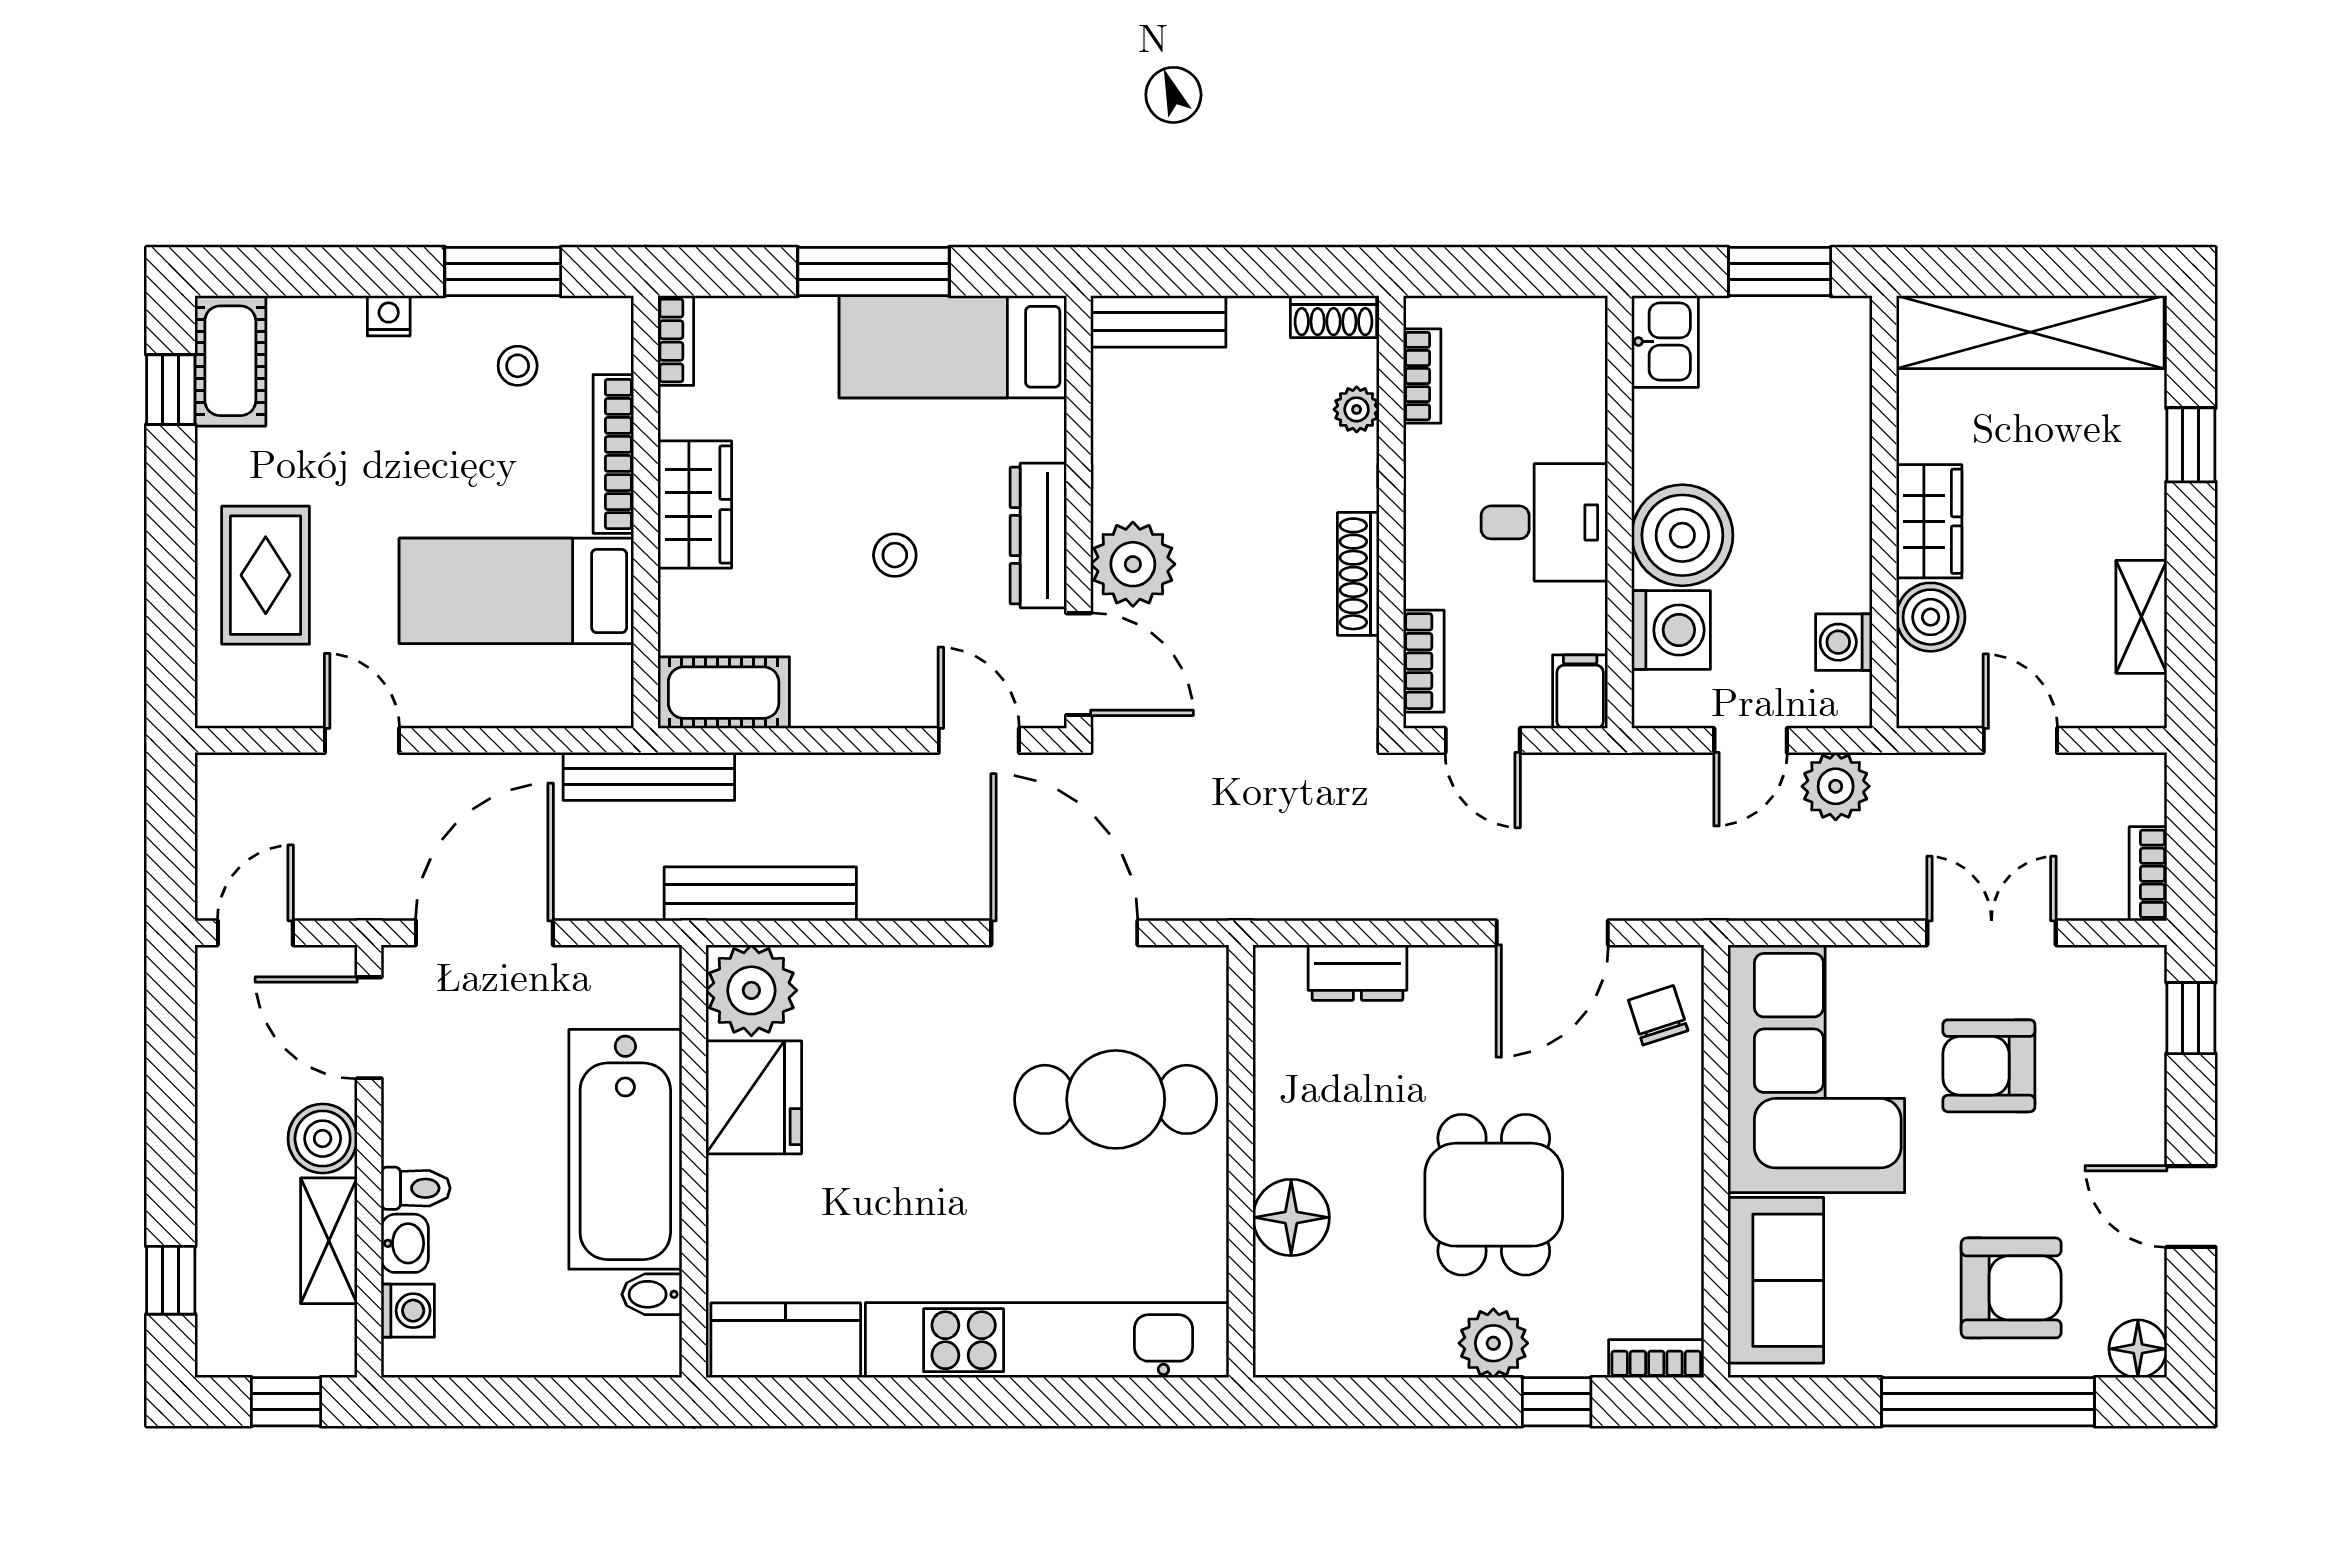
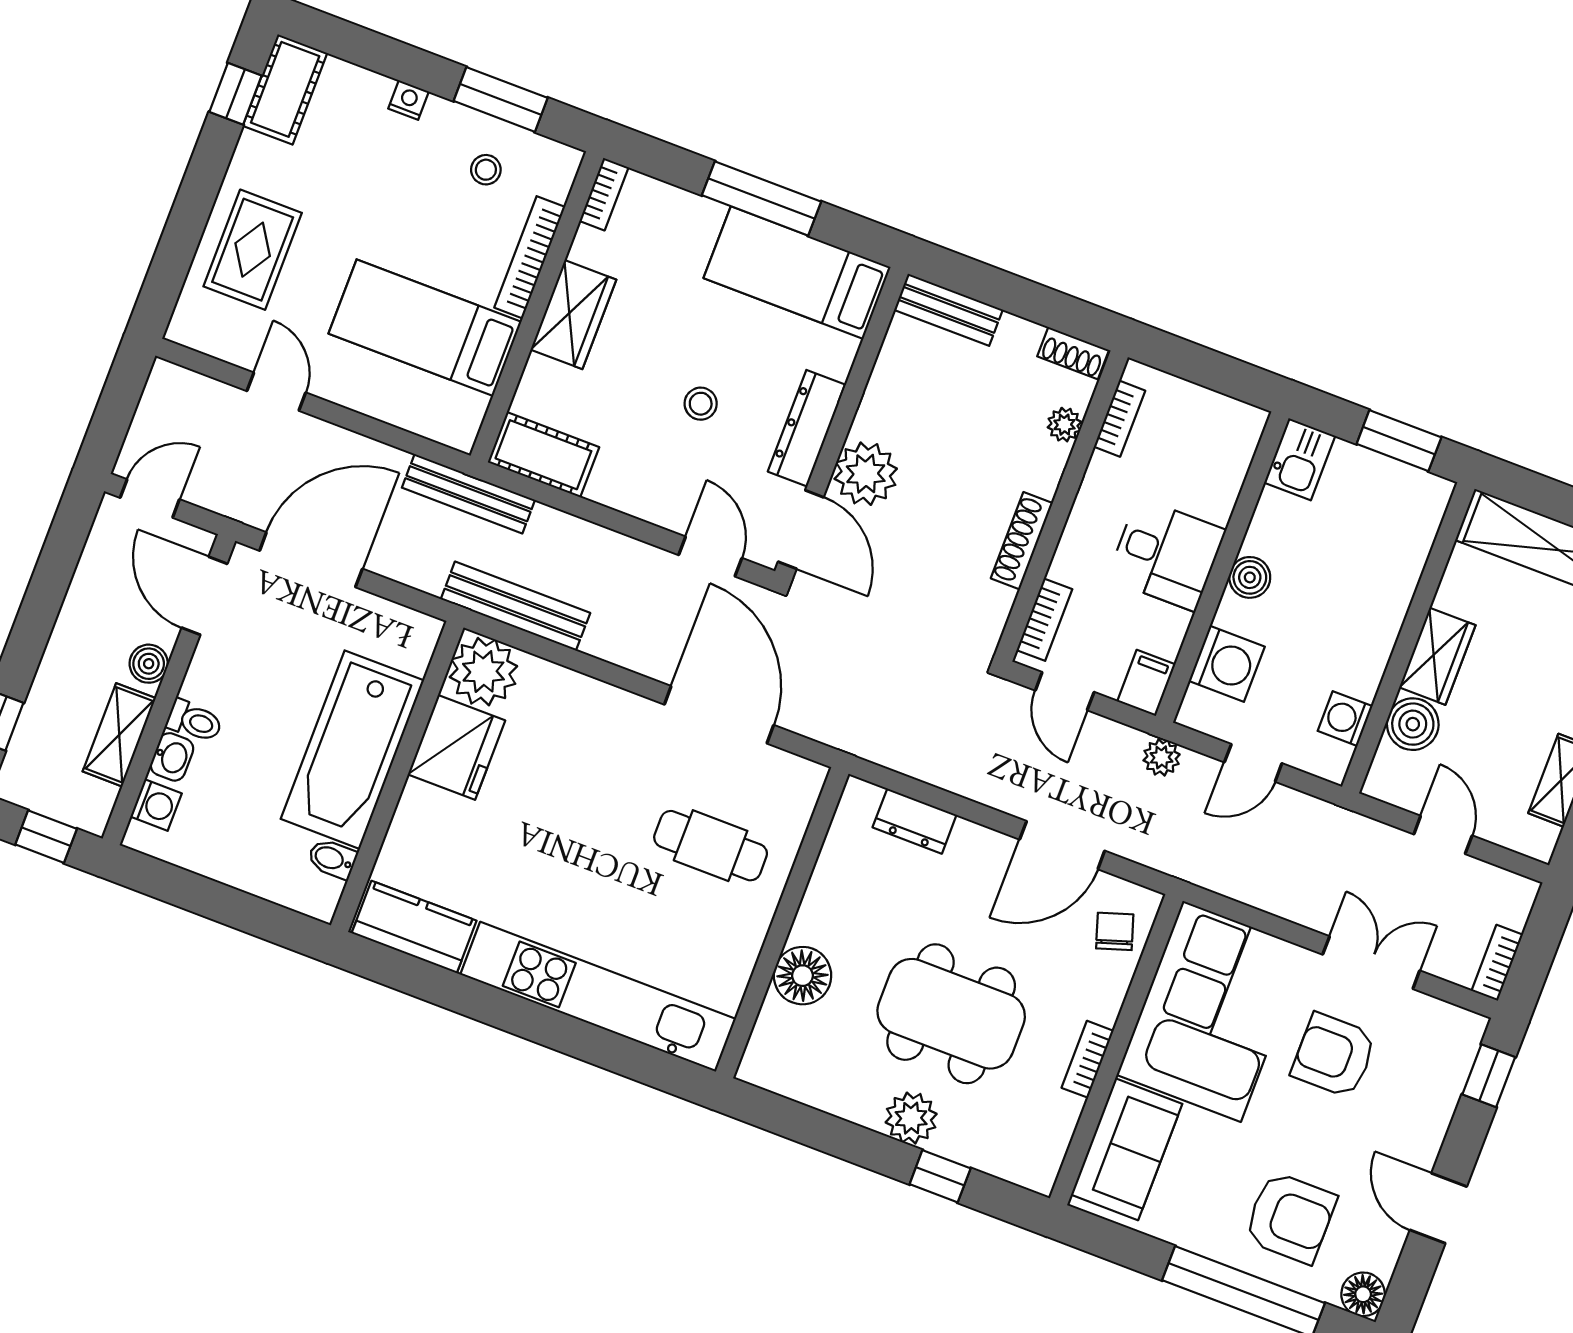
boiler: (1682, 535) -> (1250, 577), width x0.54, depth x0.54
plant: (1836, 786) -> (1162, 757), moved, width x0.73, depth x0.73
cafe table: (1116, 1099) -> (711, 846), width x0.73, depth x0.74
boiler: (323, 1139) -> (149, 664), width x0.73, depth x0.73
dining table: (1494, 1195) -> (951, 1014), width x1.38
bookcase: (1656, 1359) -> (1088, 1059), moved, turned -90

